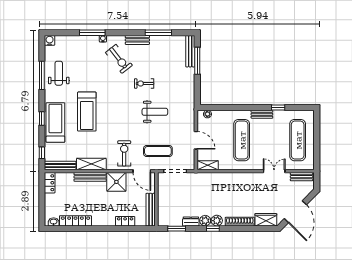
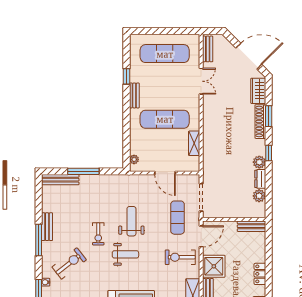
window: (158, 33) -> (39, 240), moved
bench: (137, 40) -> (47, 227), moved
window: (197, 61) -> (83, 171), moved
weight bench: (127, 107) -> (125, 254), added
door: (196, 140) -> (165, 173), swing flipped
shelving: (208, 165) -> (194, 143), moved
double door: (274, 171) -> (201, 81), swing flipped
bench: (151, 210) -> (251, 226), width x0.73
locker: (125, 221) -> (260, 274), moved
plant: (217, 221) -> (259, 196), moved
window: (177, 229) -> (269, 116), moved

